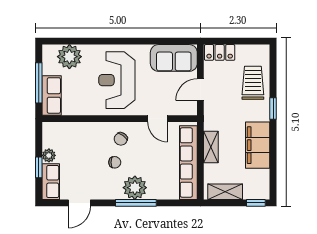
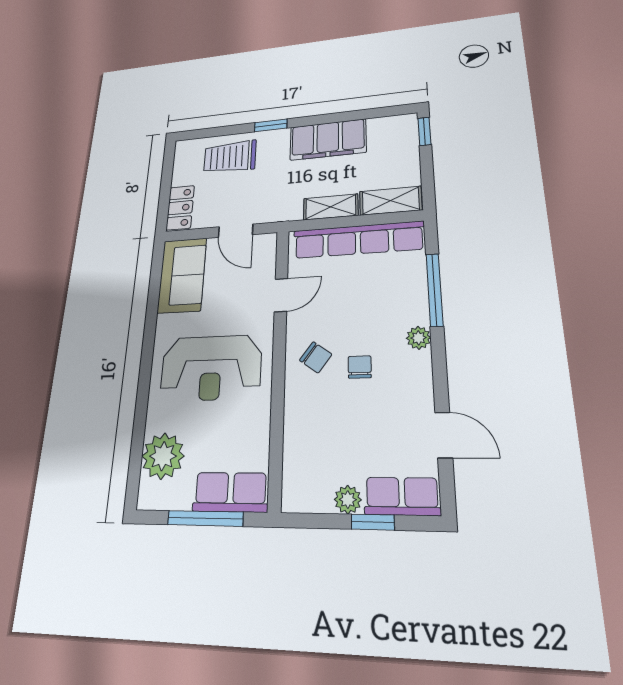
plant: (135, 188) -> (419, 338), width x0.53, depth x0.53
shelving: (225, 192) -> (391, 201), moved, turned 90
window: (136, 203) -> (434, 290), moved

